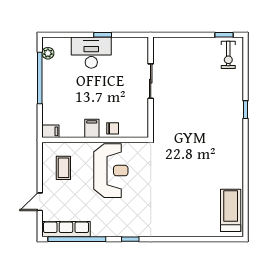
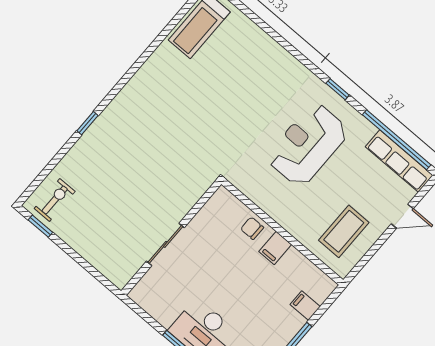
filing cabinet: (50, 131) -> (305, 306), moved
coffee table: (63, 168) -> (344, 231), width x1.36, depth x1.30
reception desk: (111, 171) -> (308, 145), moved

